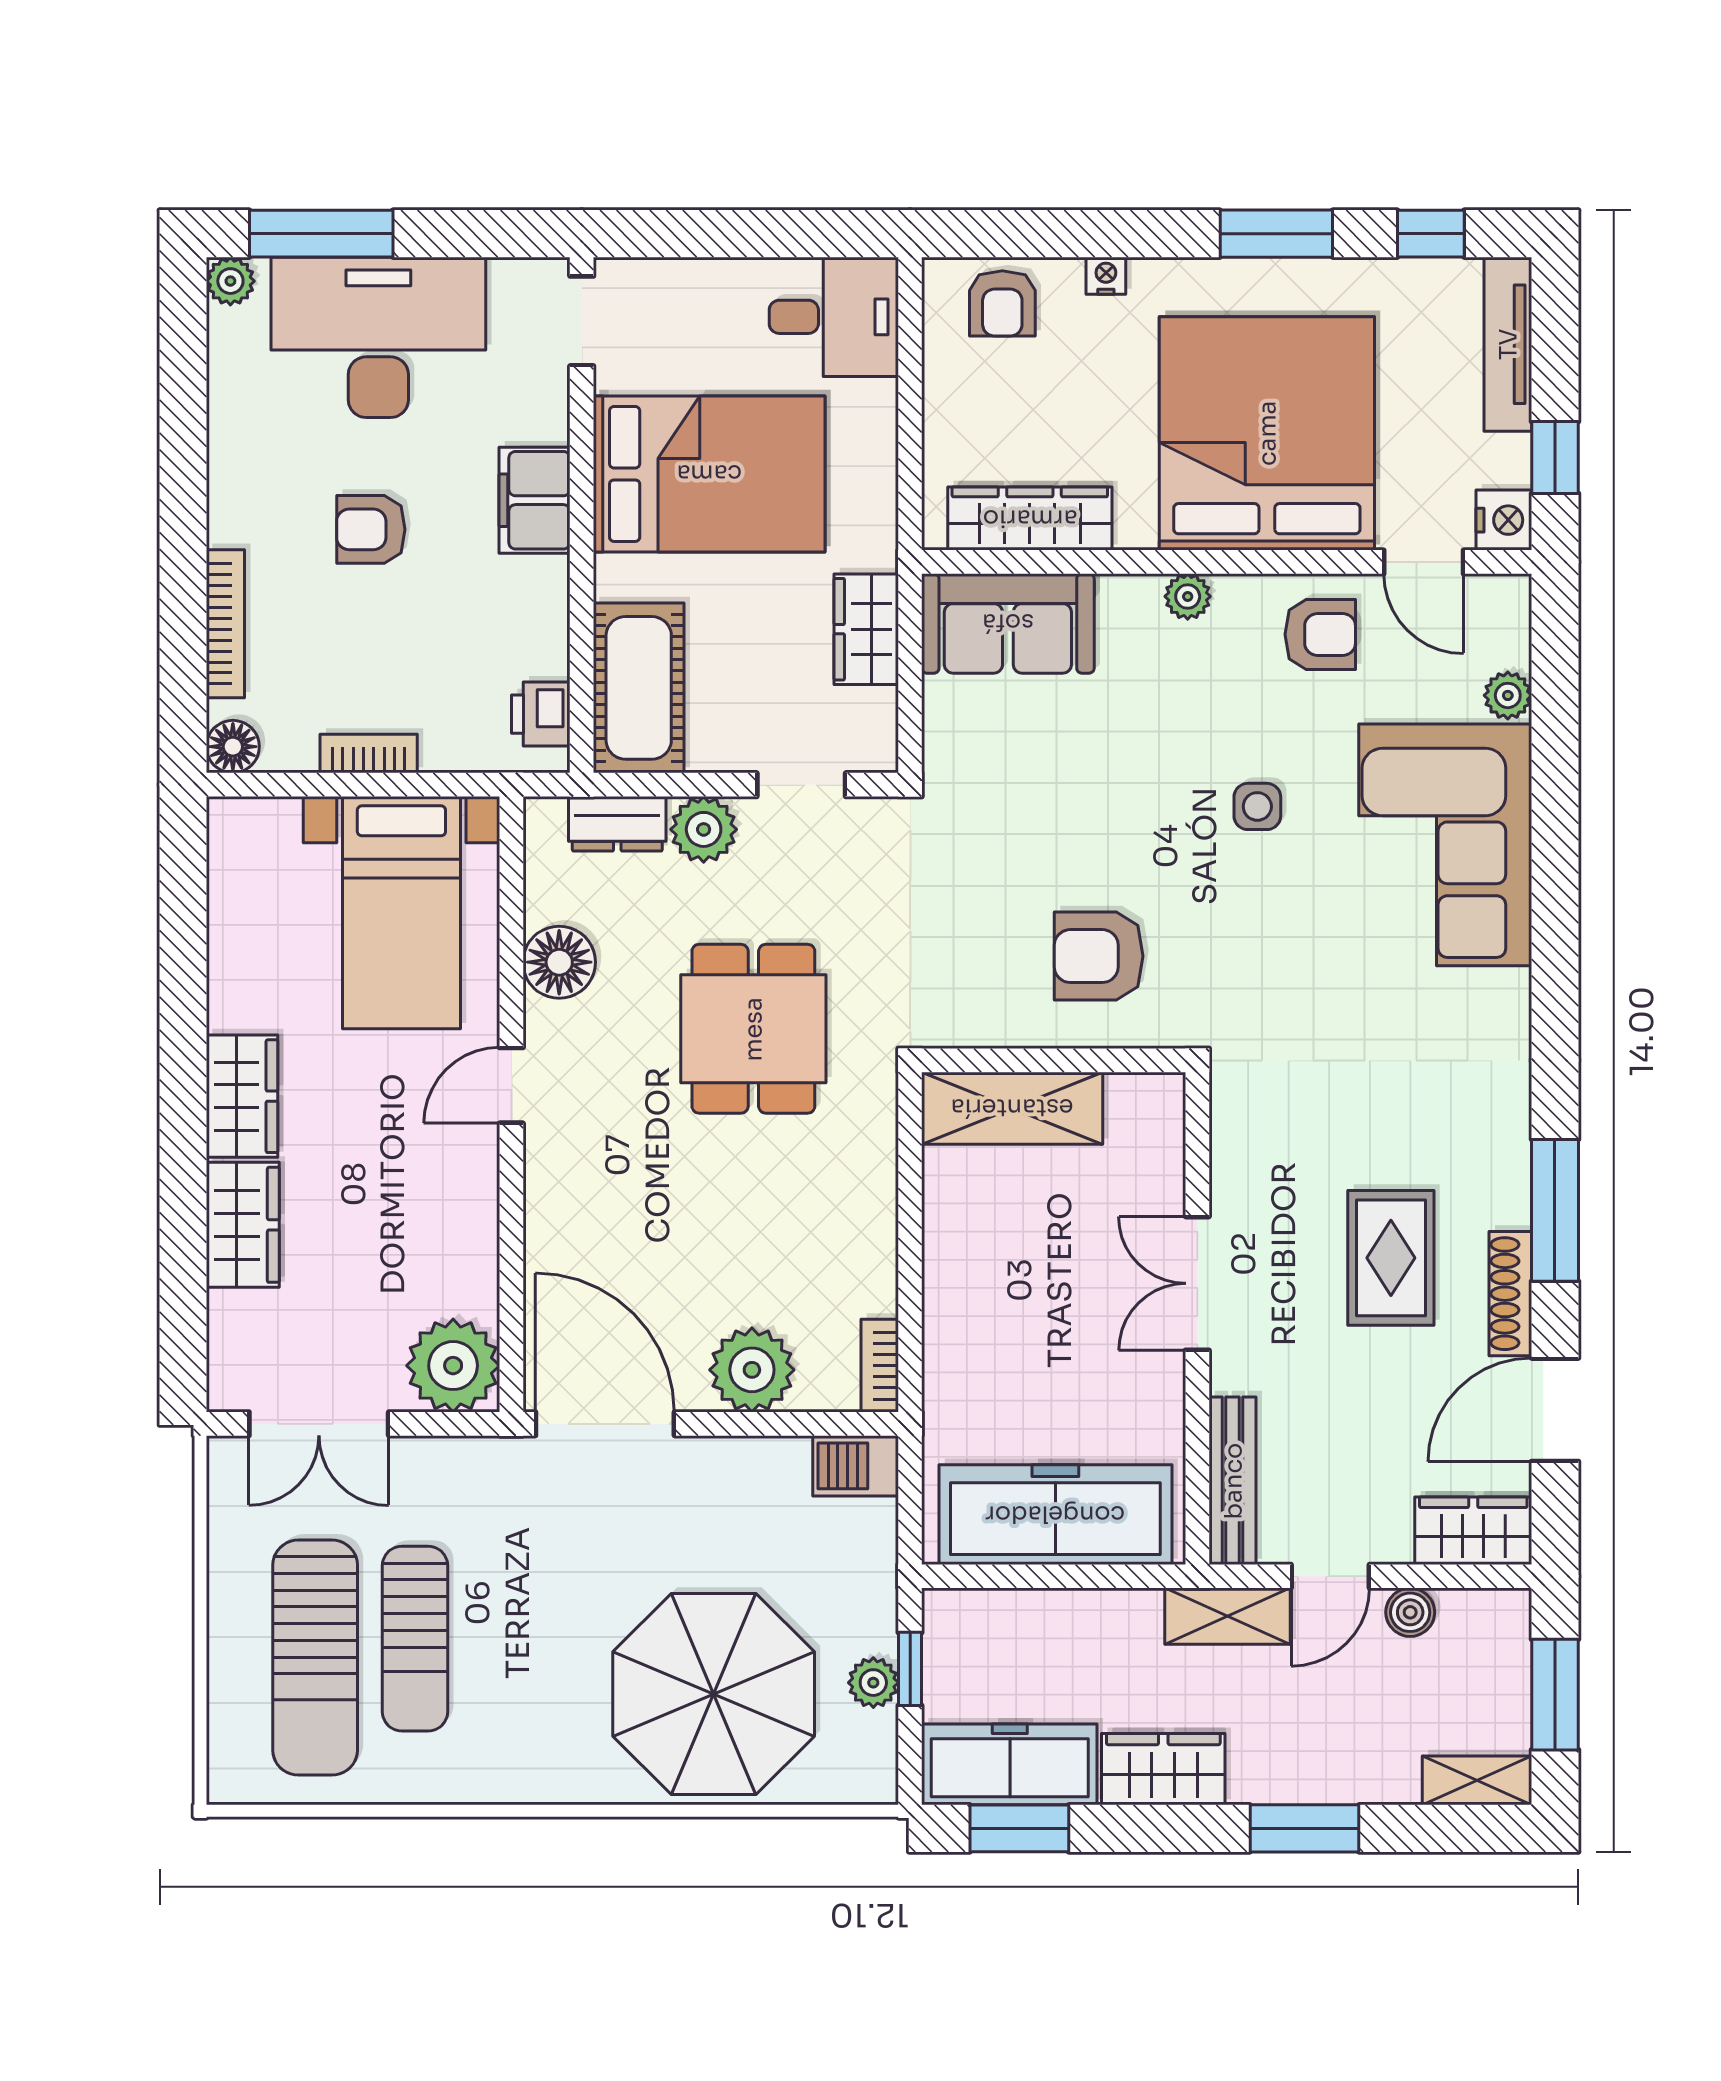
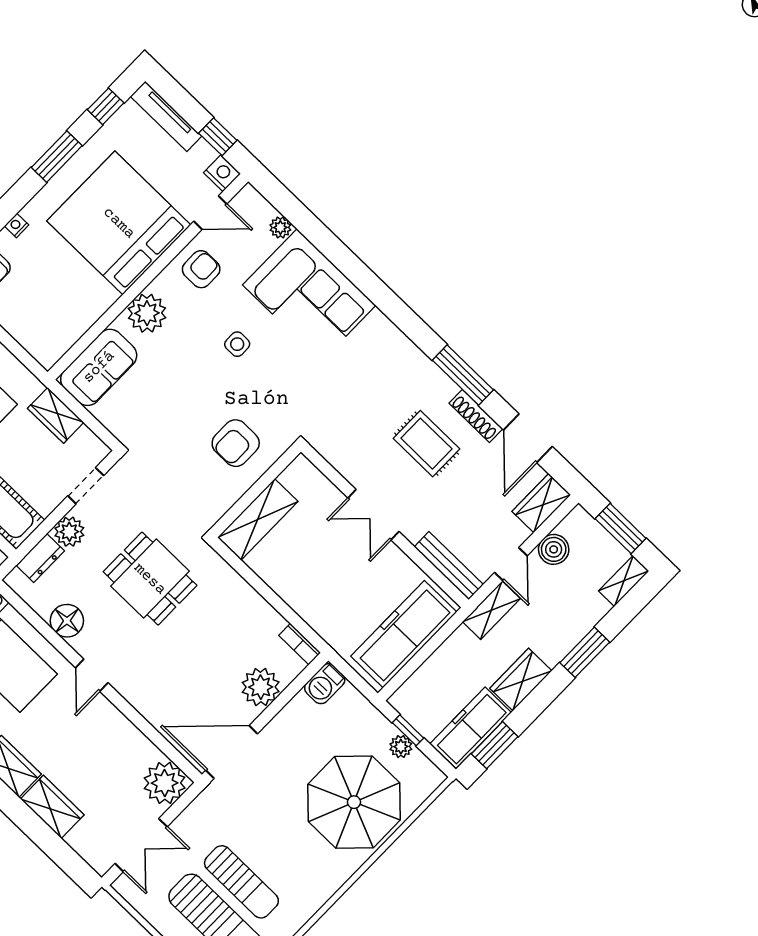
wardrobe: (1030, 519) -> (71, 327), removed
plant: (1188, 596) -> (147, 313), width x1.87, depth x1.87
boiler: (1410, 1612) -> (554, 549), width x1.36, depth x1.36

